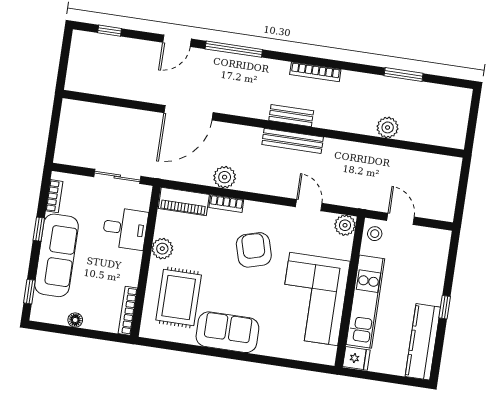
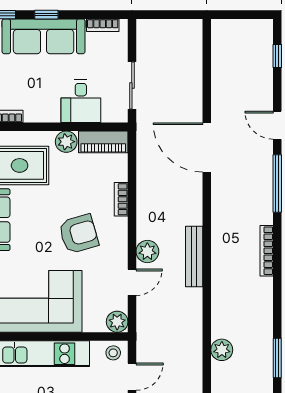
bookcase: (315, 72) -> (267, 251), moved
bench: (291, 116) -> (219, 251), removed
plant: (225, 177) -> (147, 251), moved
piano: (184, 201) -> (103, 142), moved, turned -90
window: (39, 229) -> (46, 15), moved

